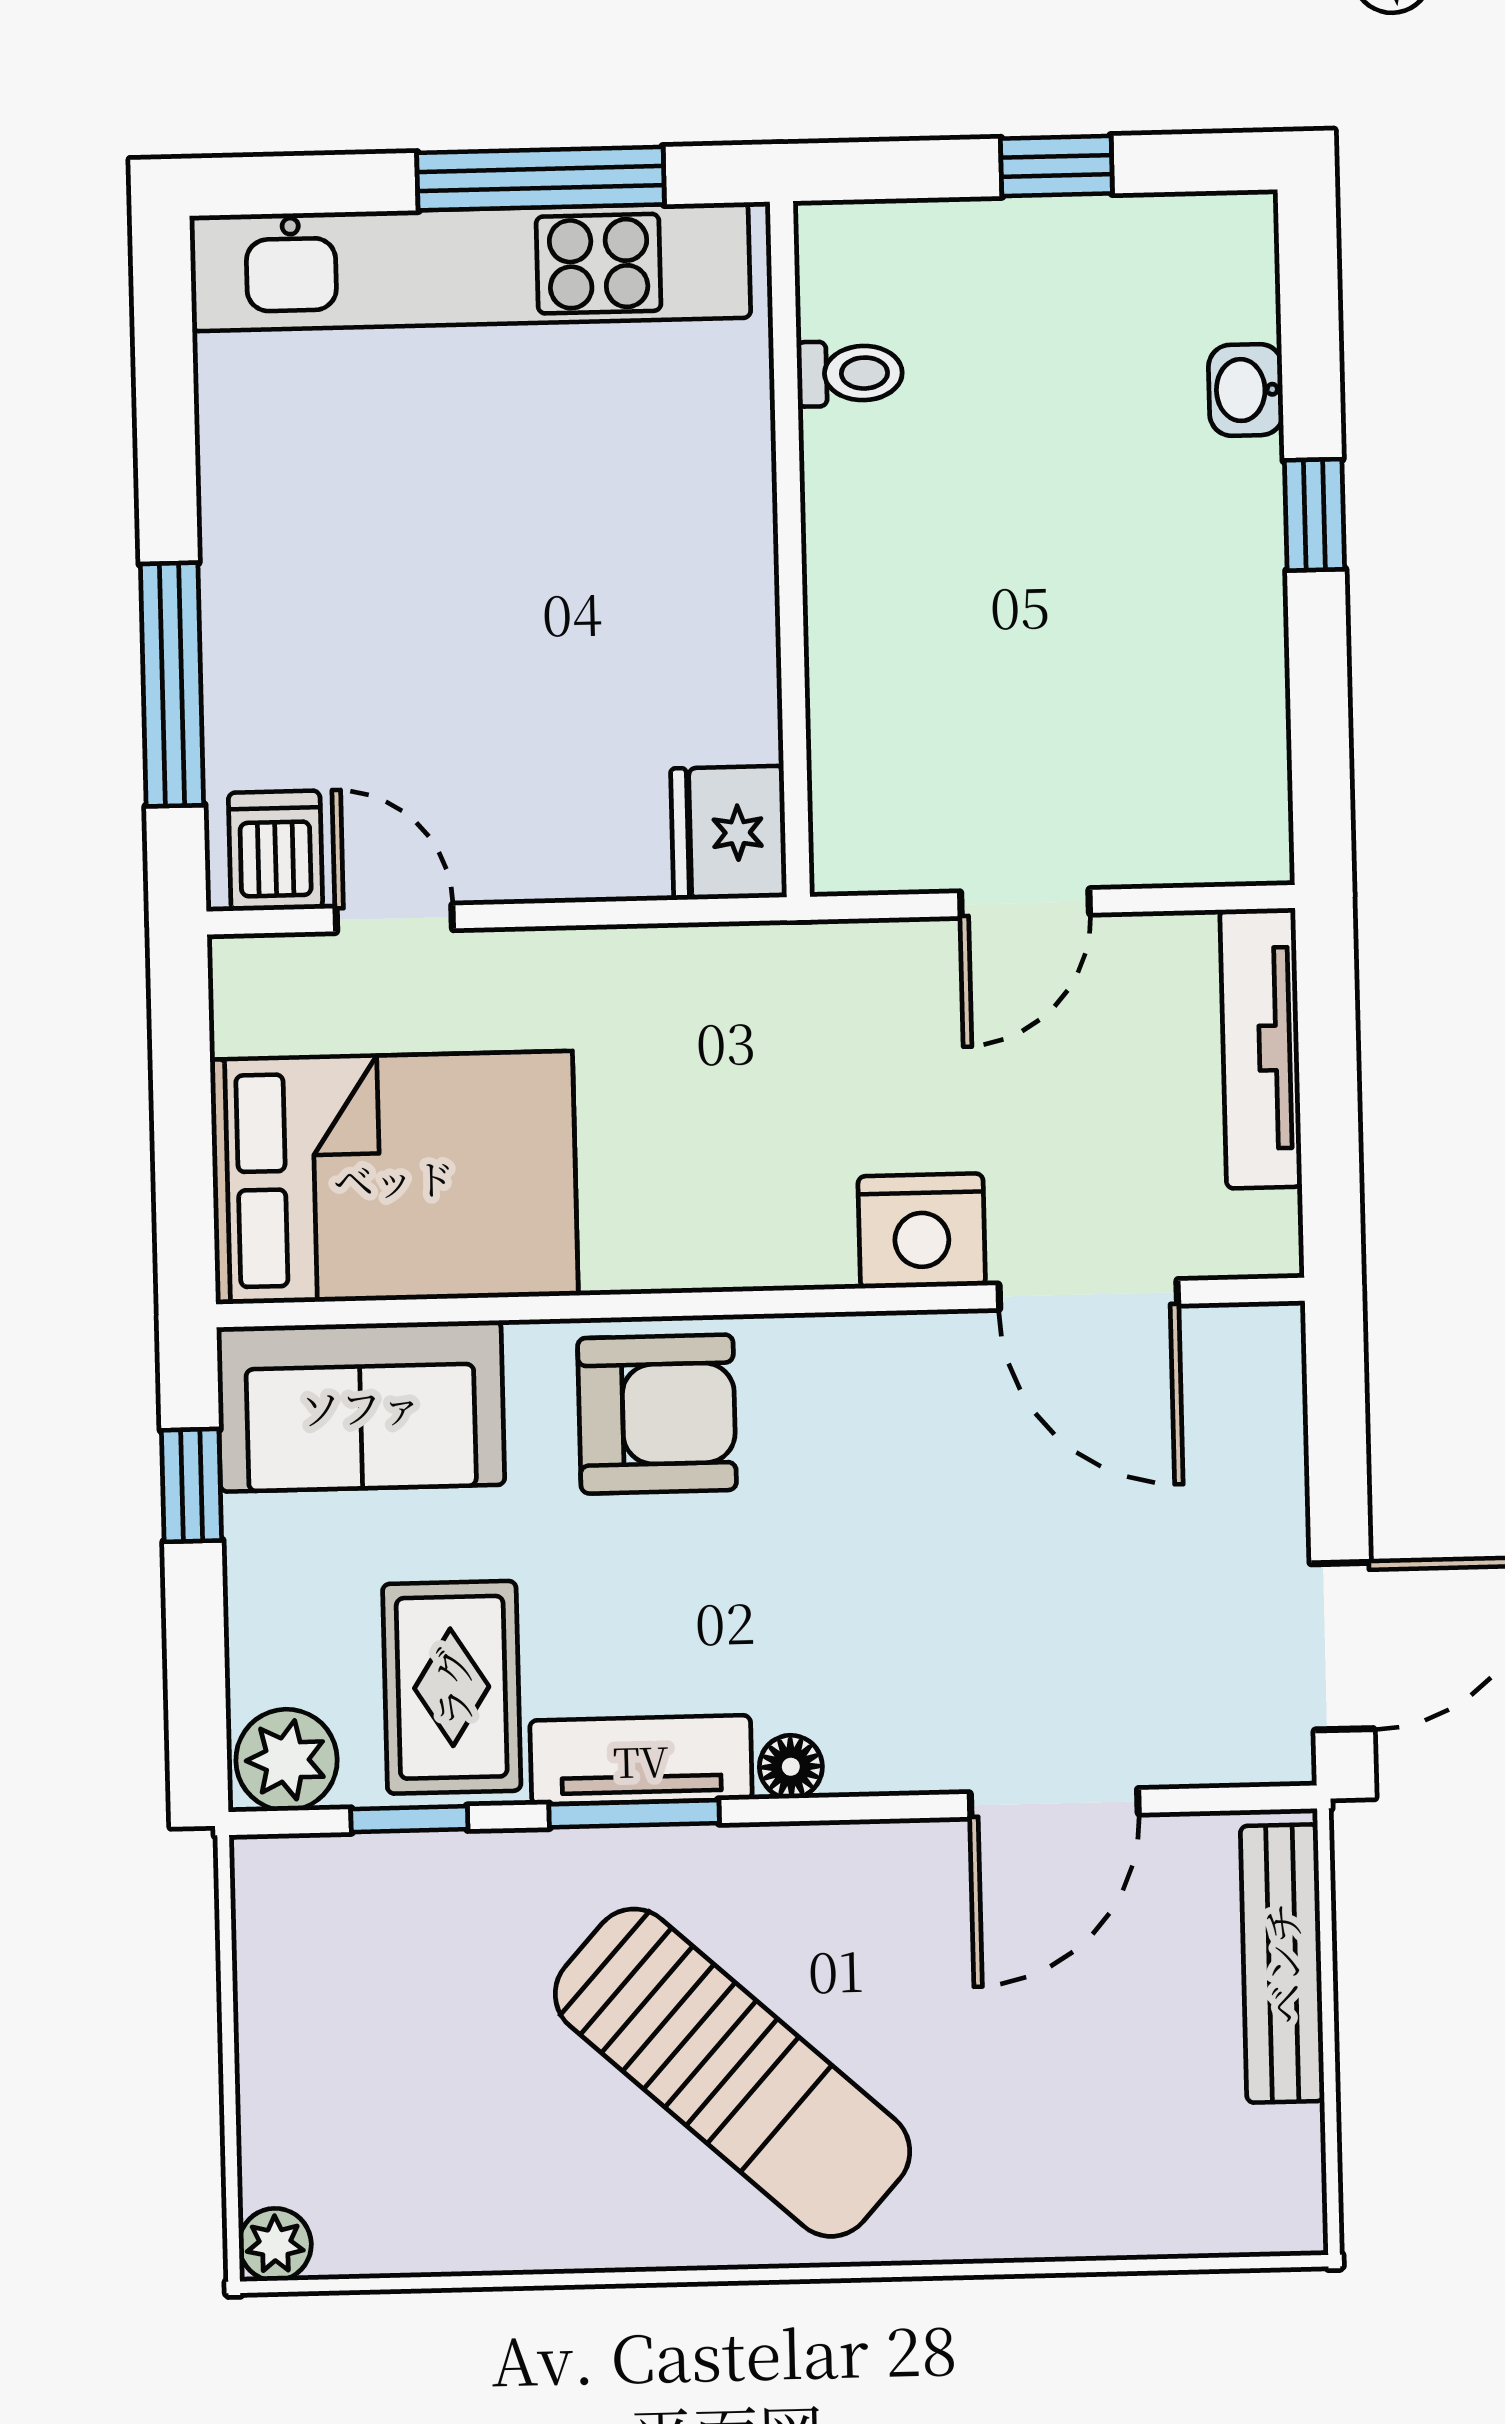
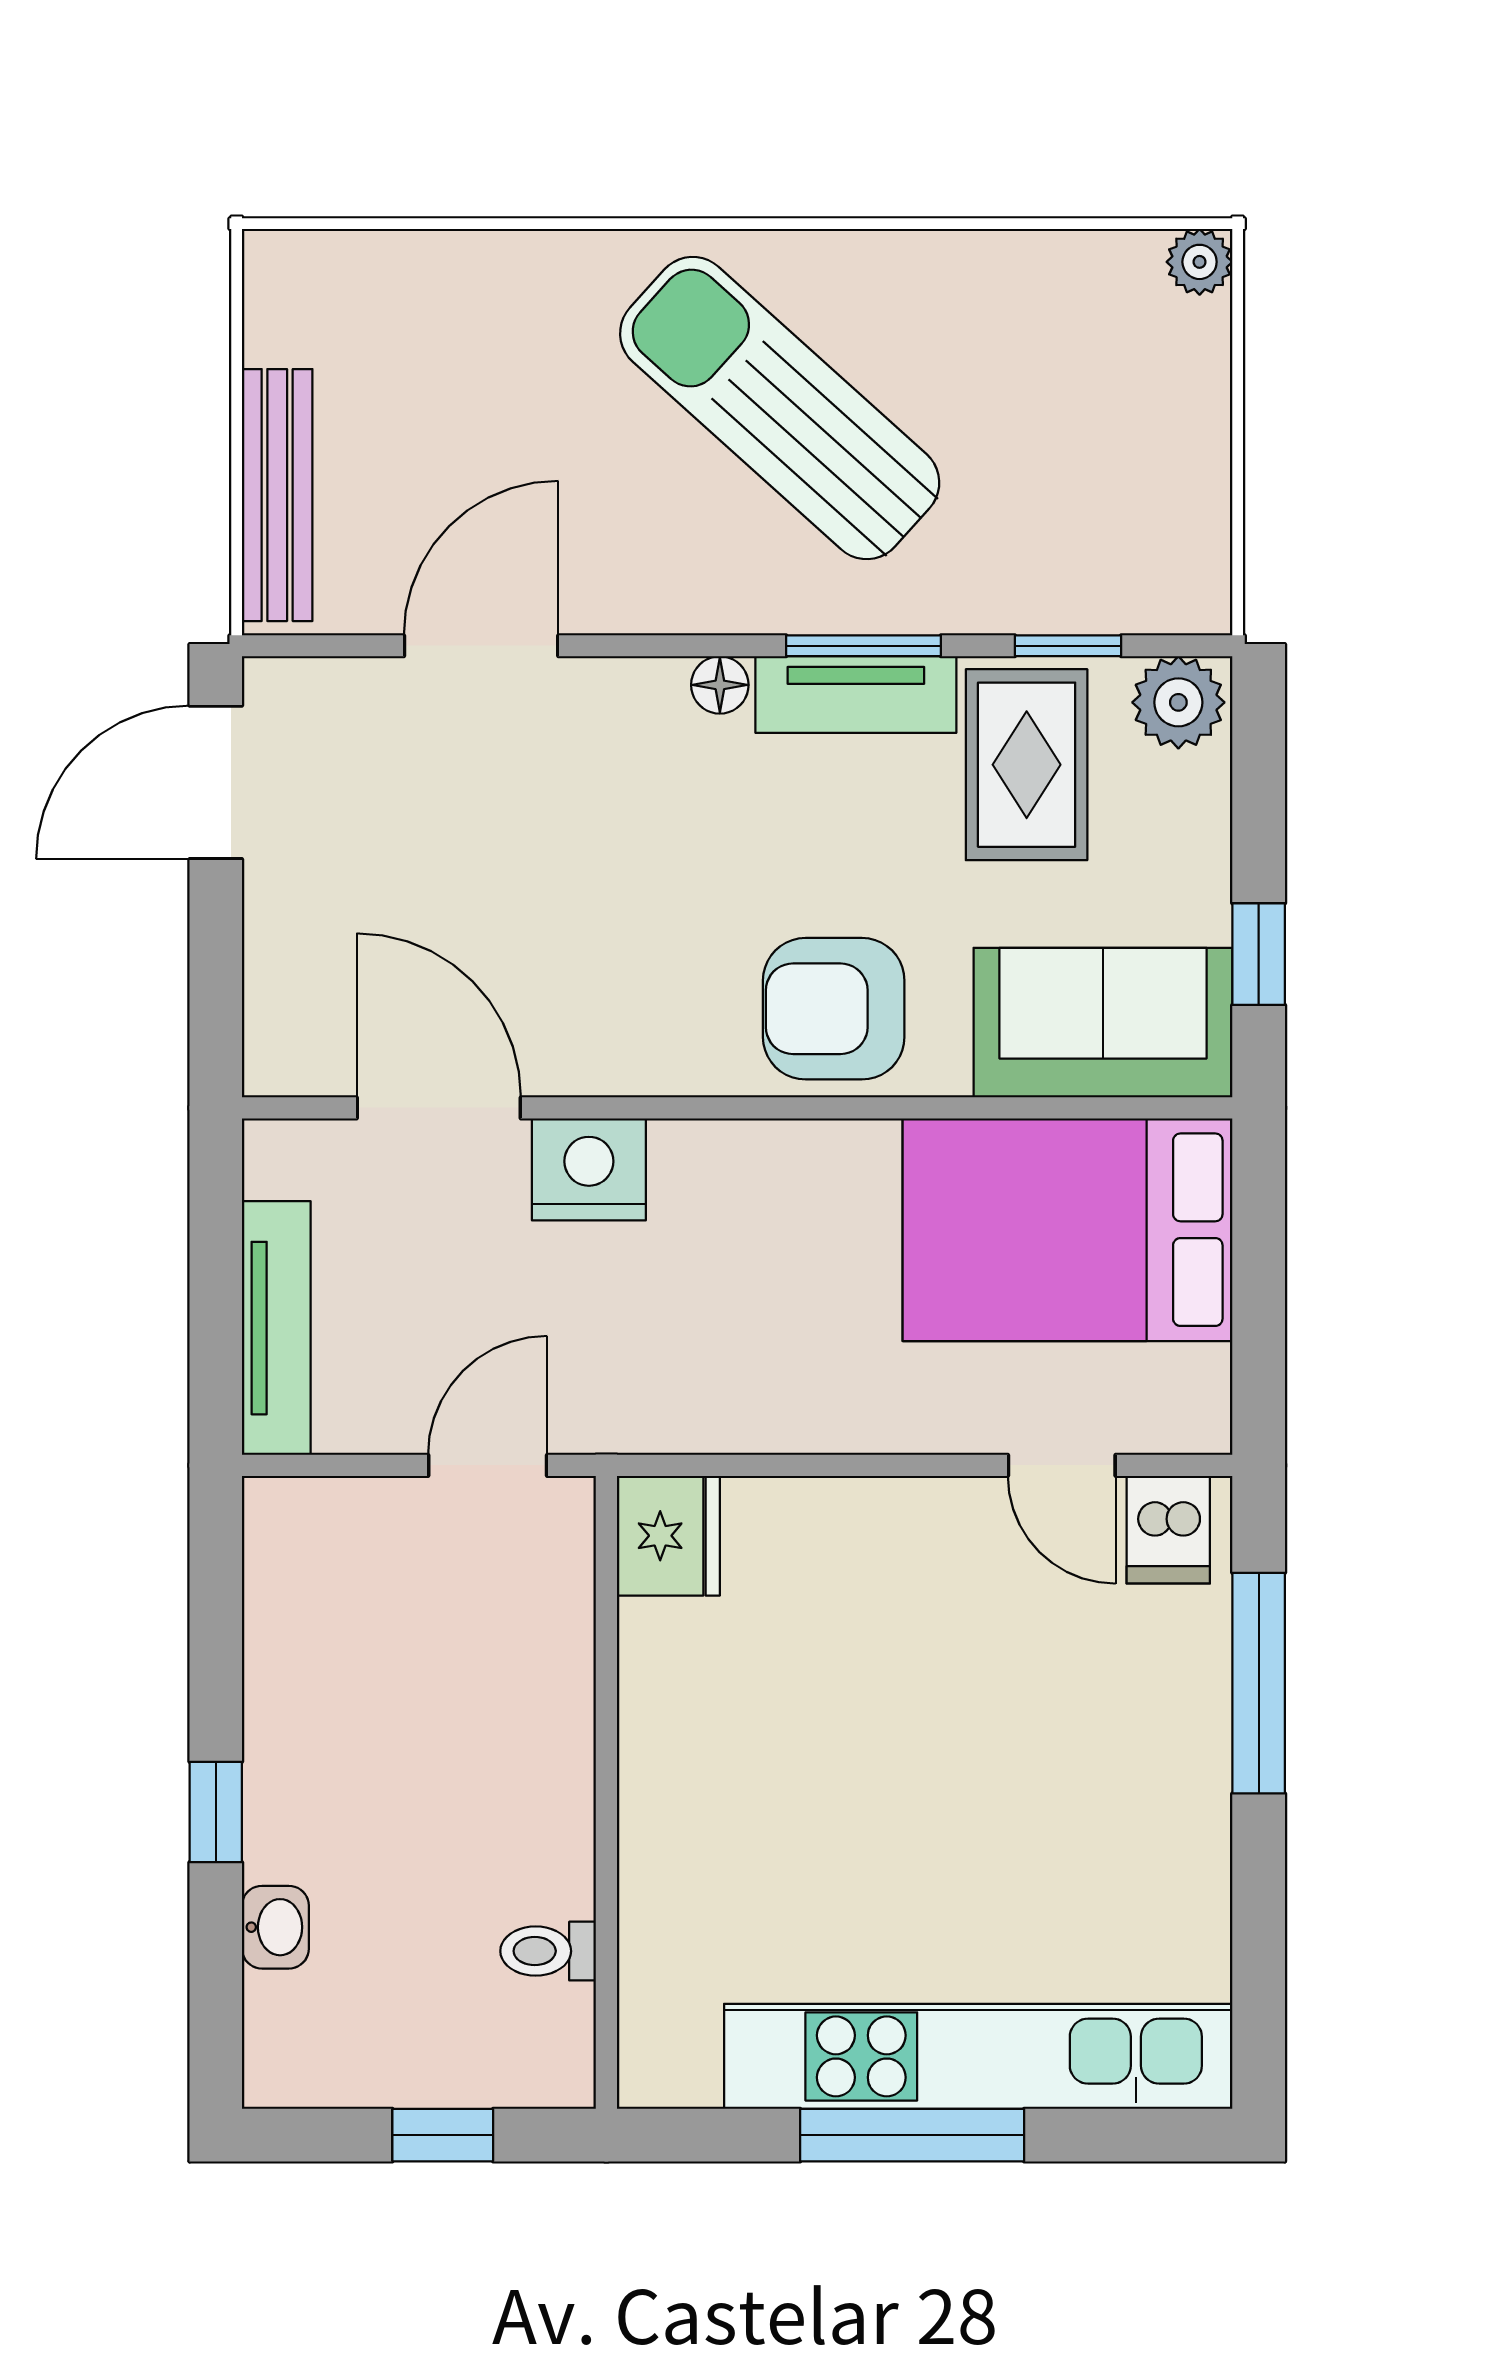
toilet: (850, 373) -> (548, 1951), moved
wall: (790, 549) -> (606, 1792), moved
fridge: (729, 833) -> (668, 1536), moved

